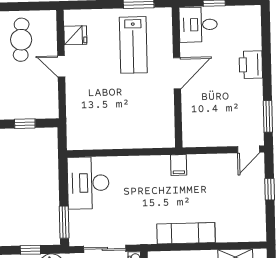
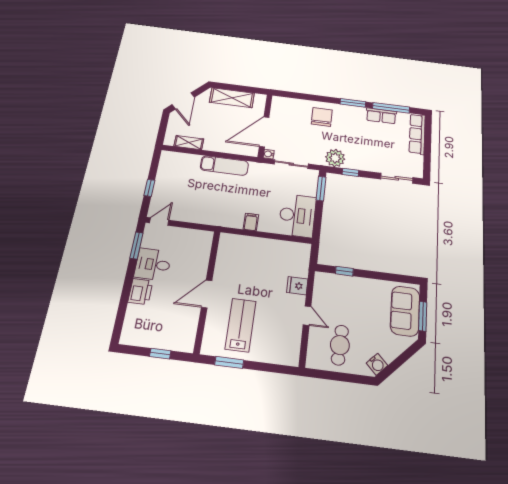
desk: (198, 25) -> (153, 264), moved, turned 180
fridge: (75, 35) -> (297, 286), moved
filing cabinet: (179, 165) -> (251, 222), moved

